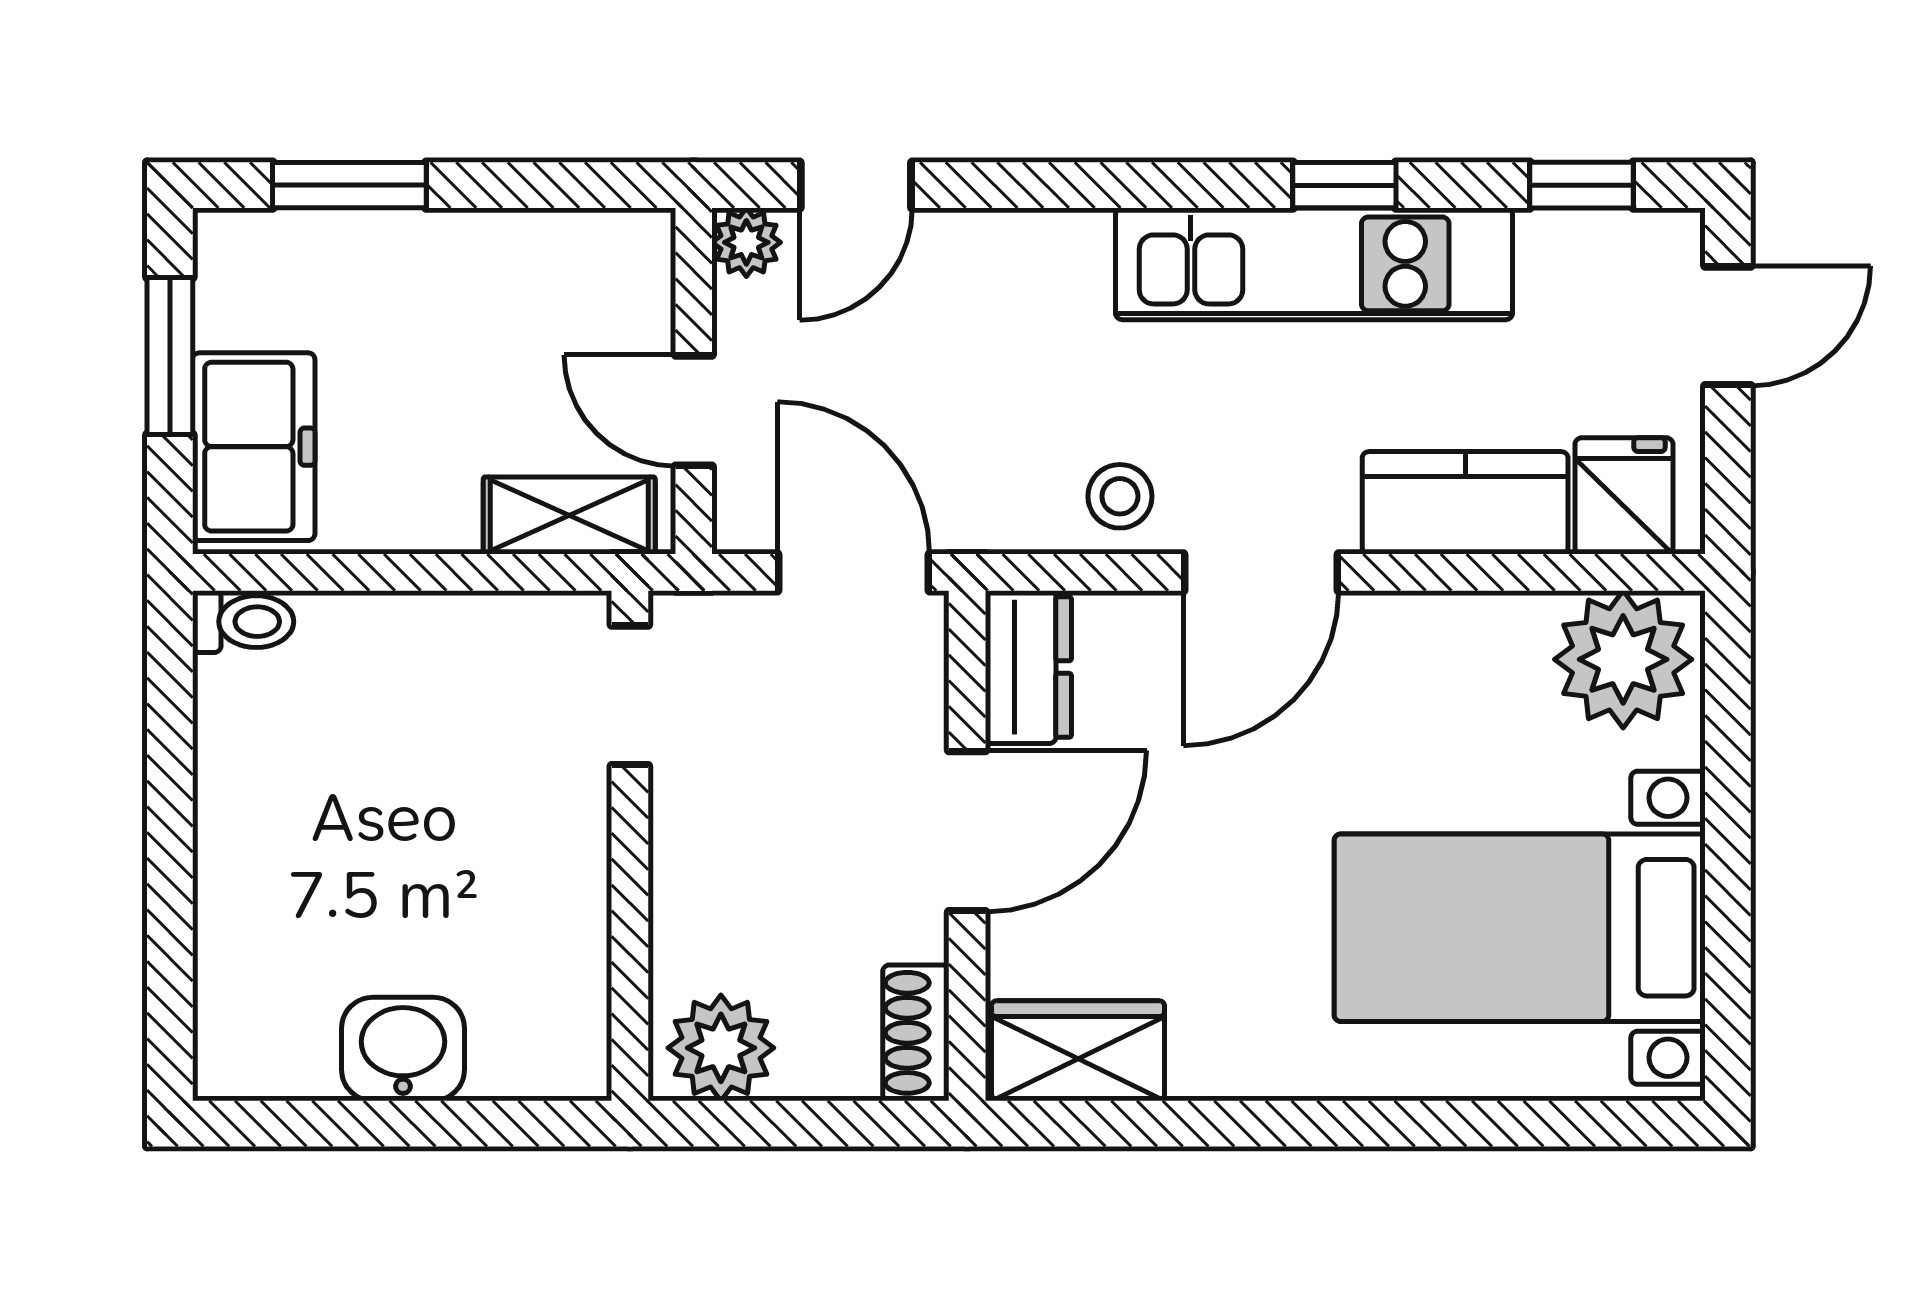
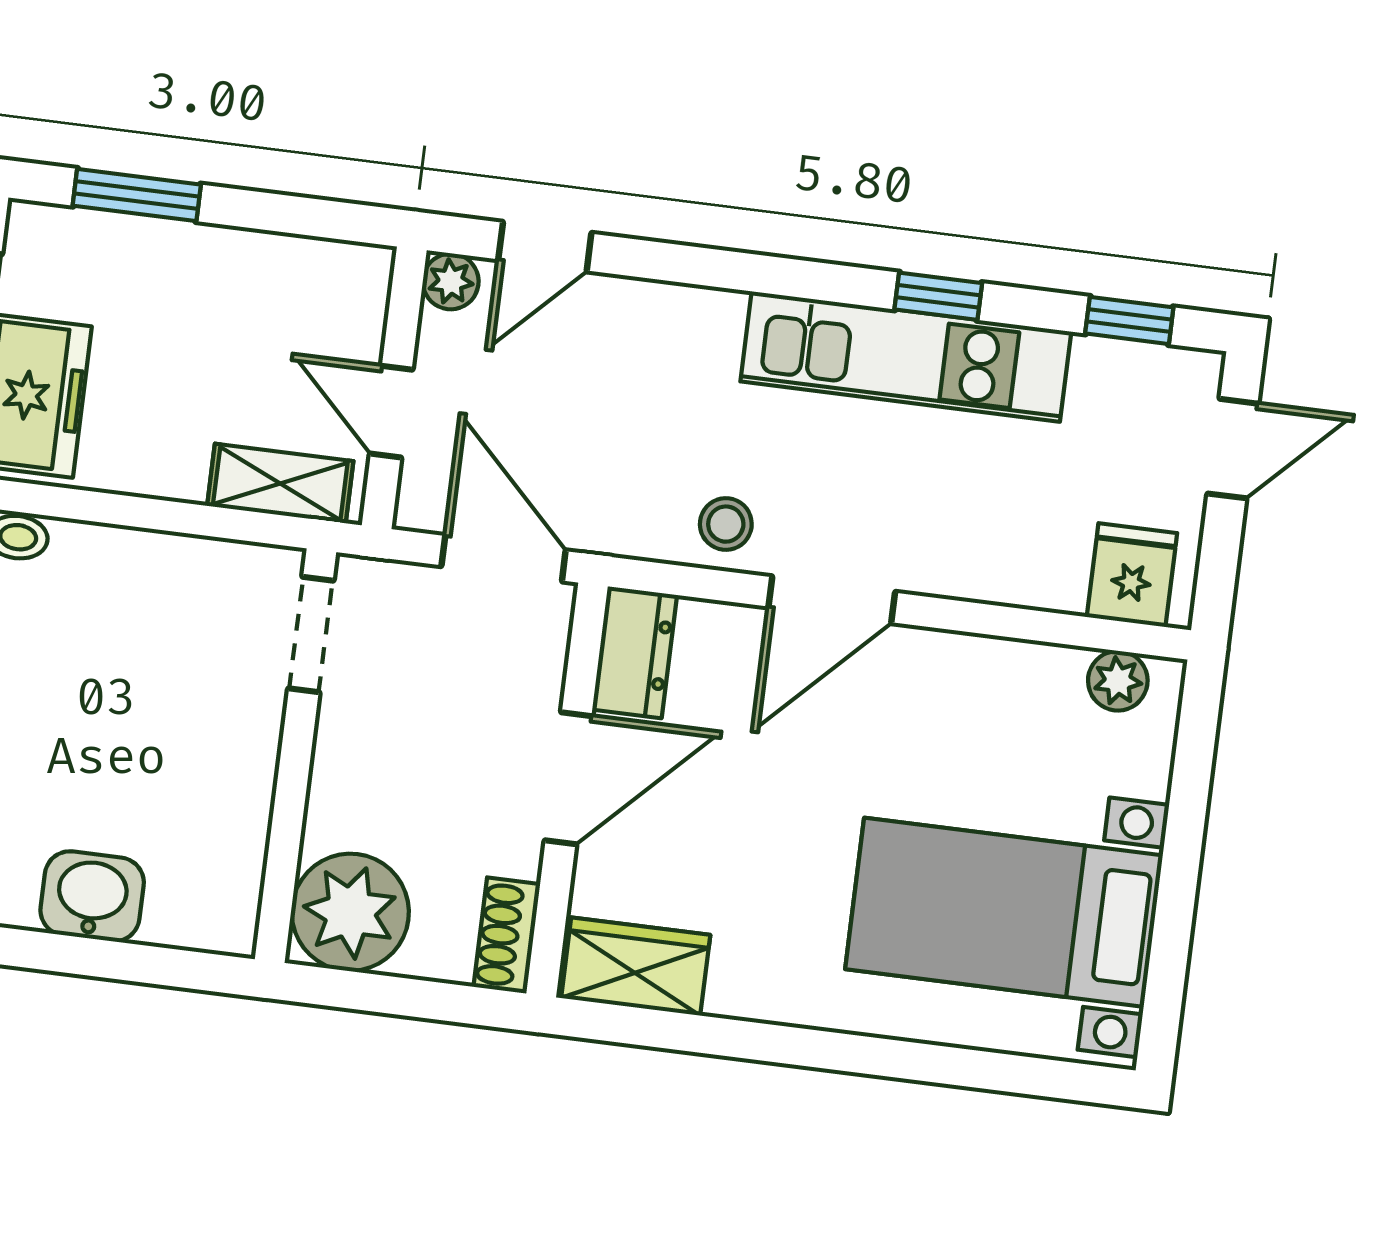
kitchen counter: (1465, 503) -> (1003, 564), removed
plant: (1623, 659) -> (1118, 681), width x0.53, depth x0.53
plant: (721, 1048) -> (350, 912), width x1.36, depth x1.36

